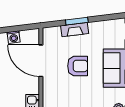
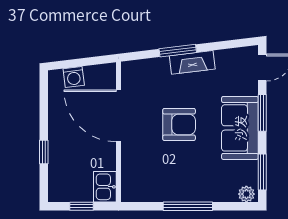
fireplace: (75, 30) -> (192, 62), moved

